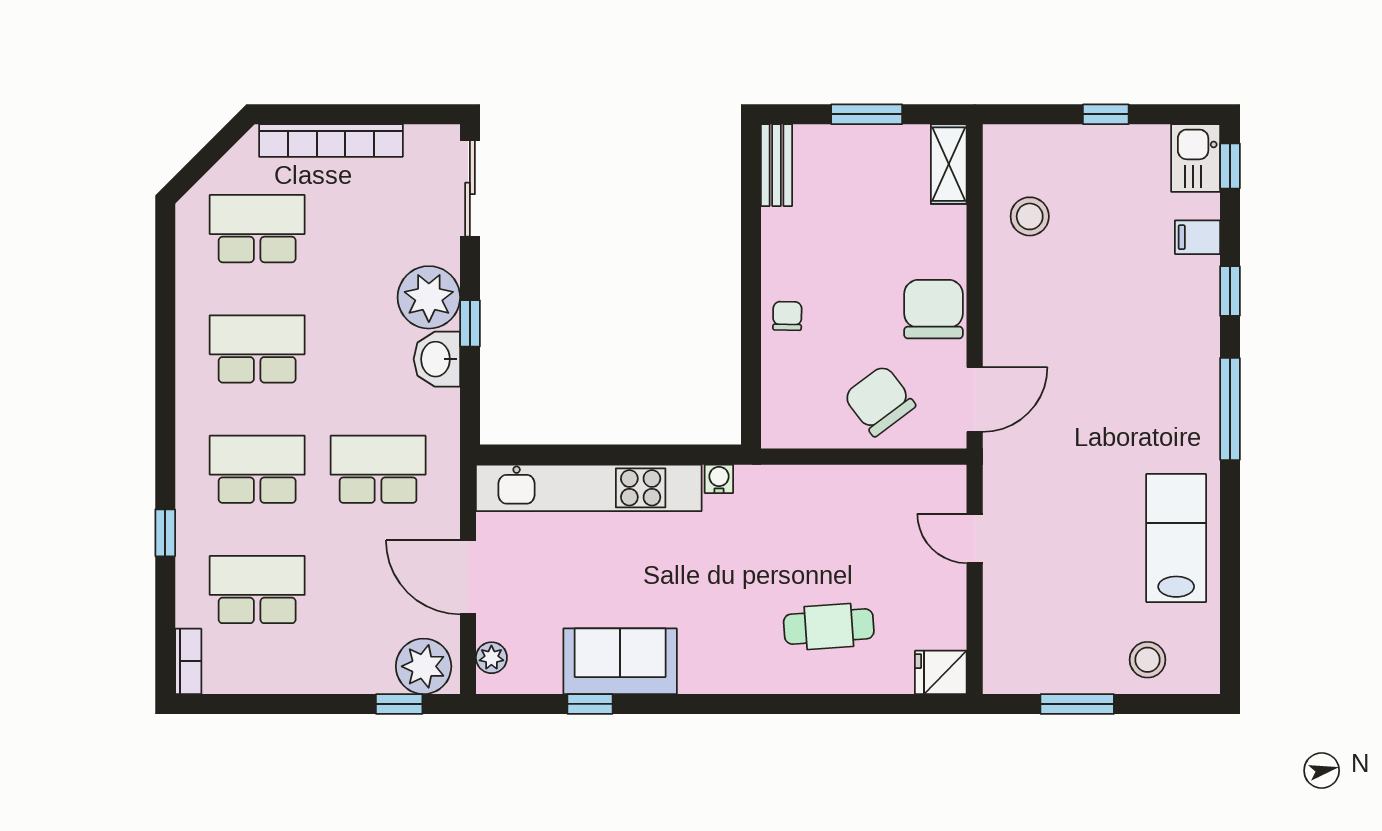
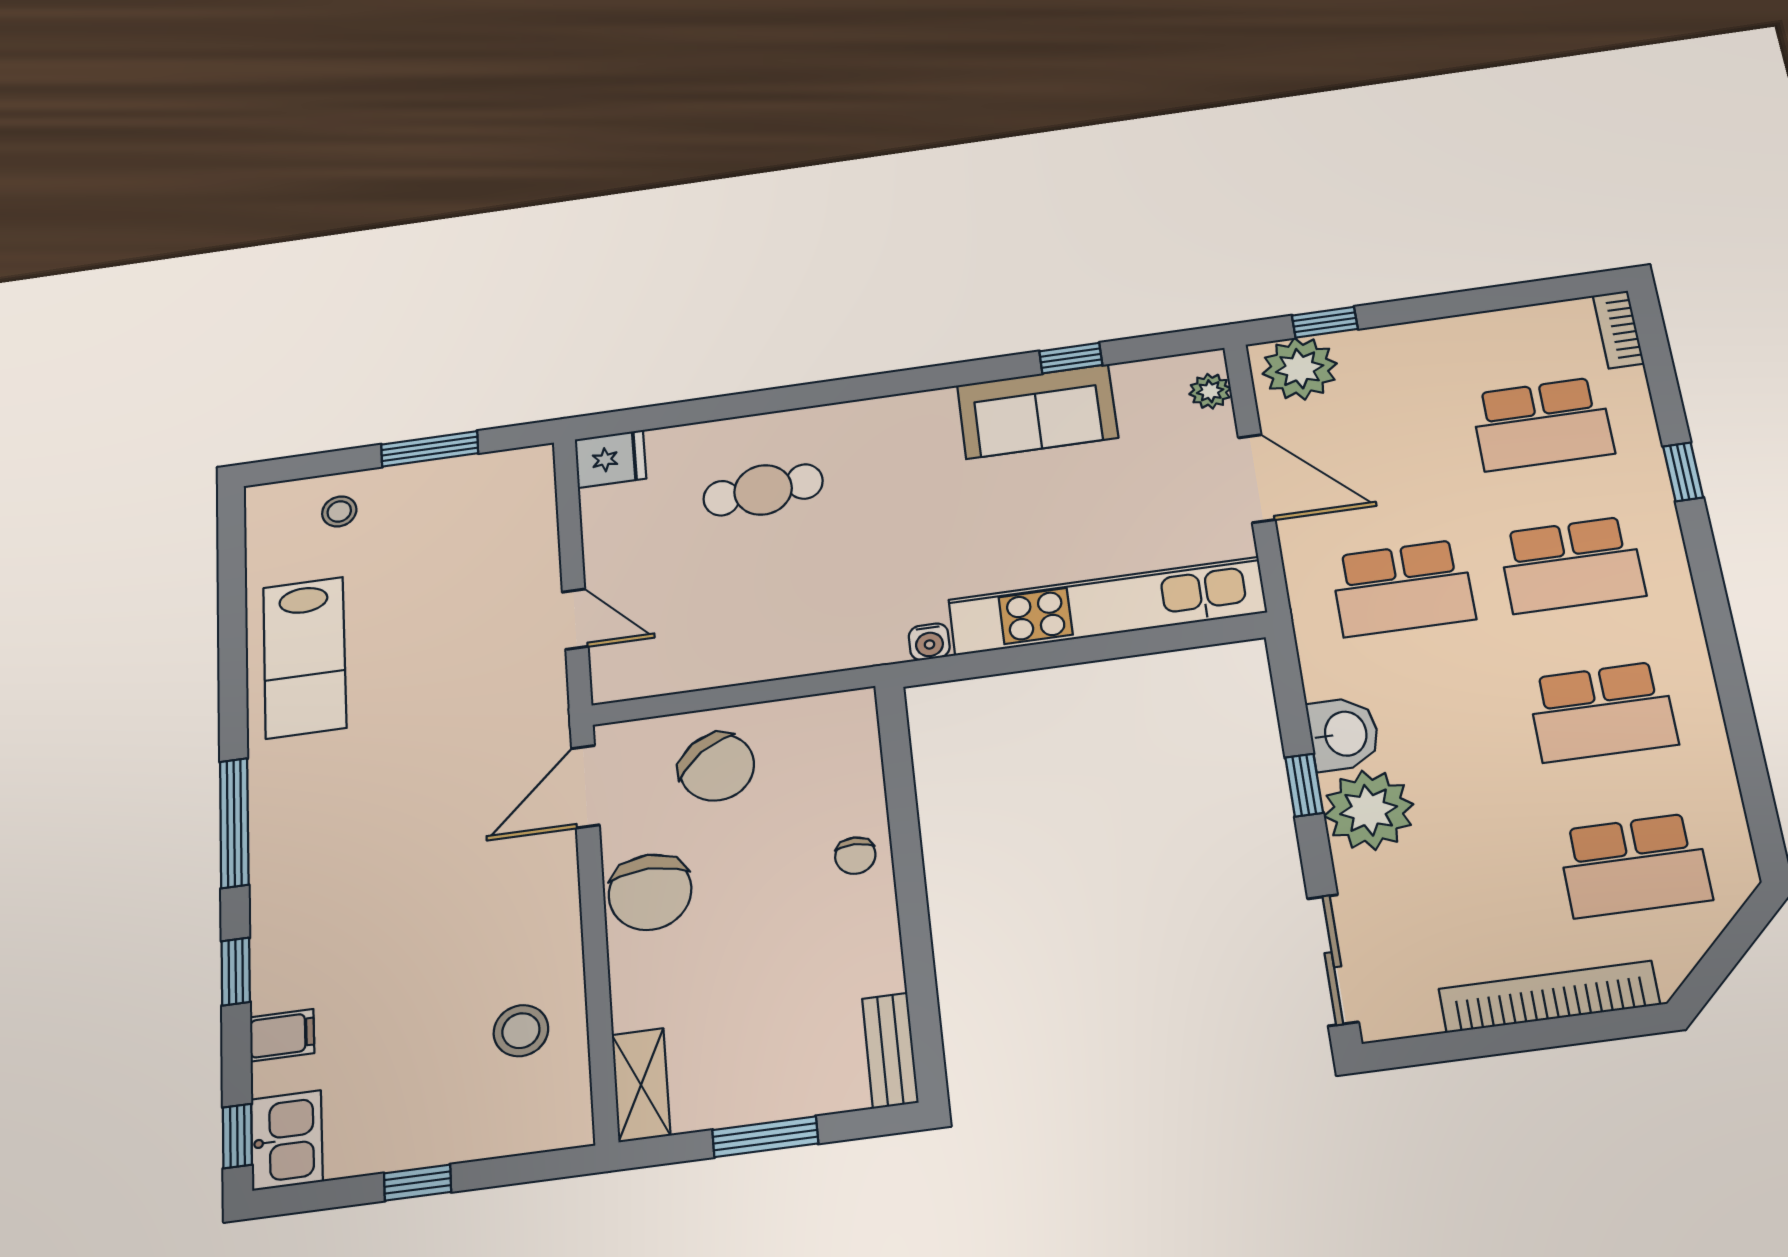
stool: (1148, 660) -> (339, 511), width x0.73, depth x0.73

